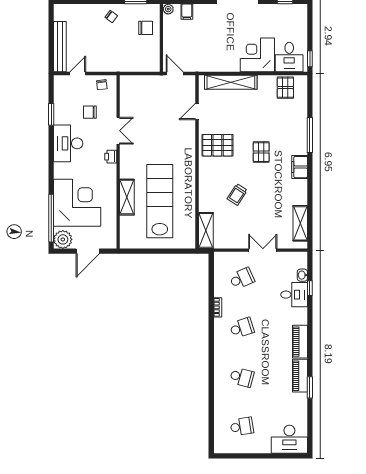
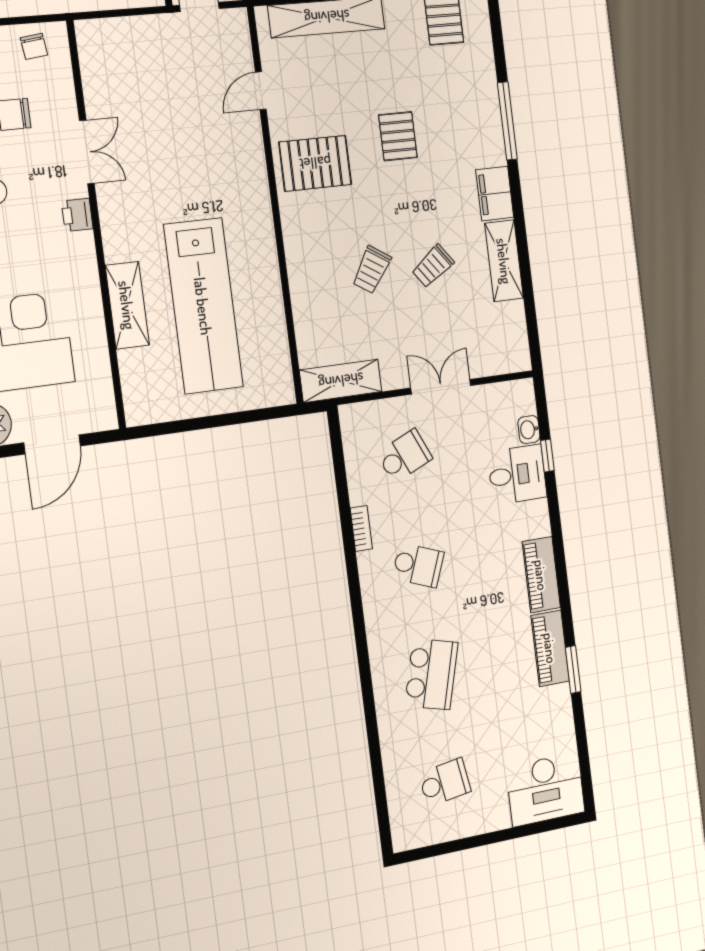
pallet: (261, 152) -> (398, 136), moved
trolley: (266, 196) -> (433, 266), added
lab bench: (160, 201) -> (203, 306), turned 180
shelving: (300, 223) -> (504, 261), moved
shelving: (206, 230) -> (341, 381), moved, turned 90
school desk: (242, 328) -> (418, 565), turned 39
school desk: (242, 377) -> (431, 674), width x1.85

